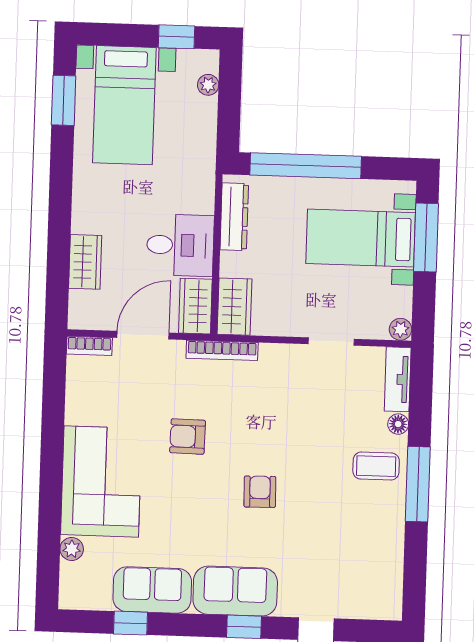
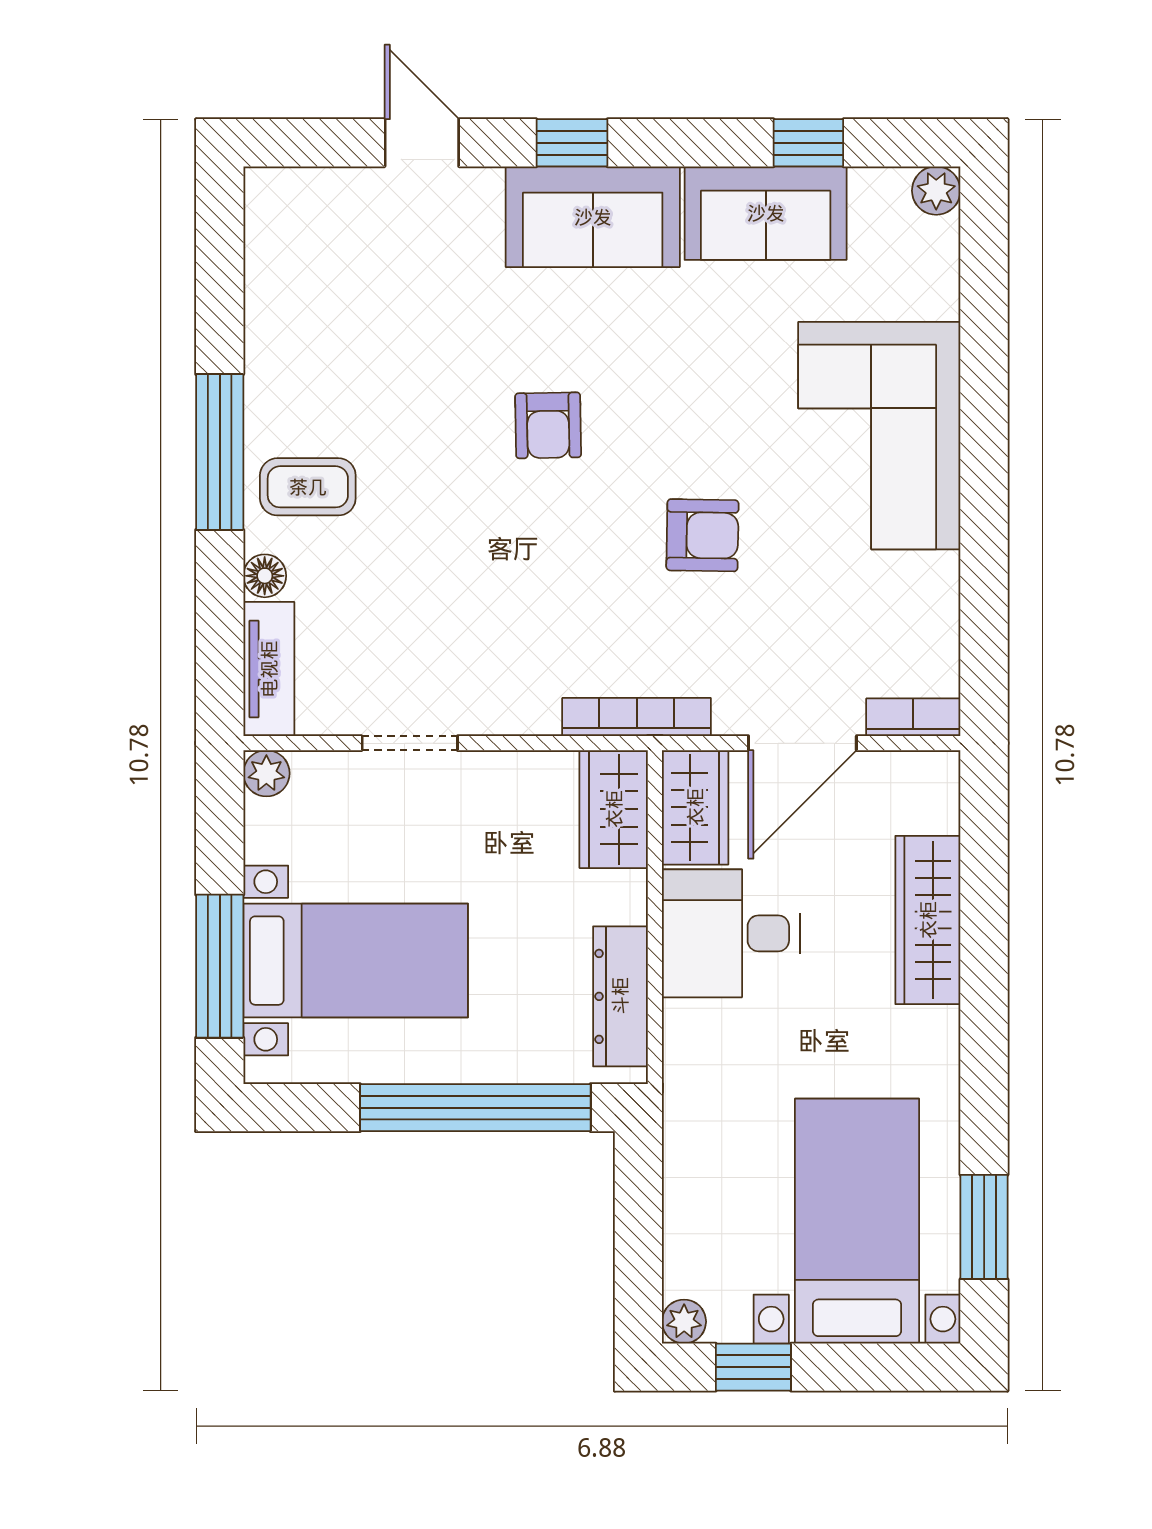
plant: (208, 85) -> (684, 1322), moved
wardrobe: (85, 262) -> (928, 920), width x1.50
plant: (72, 549) -> (936, 191), moved

